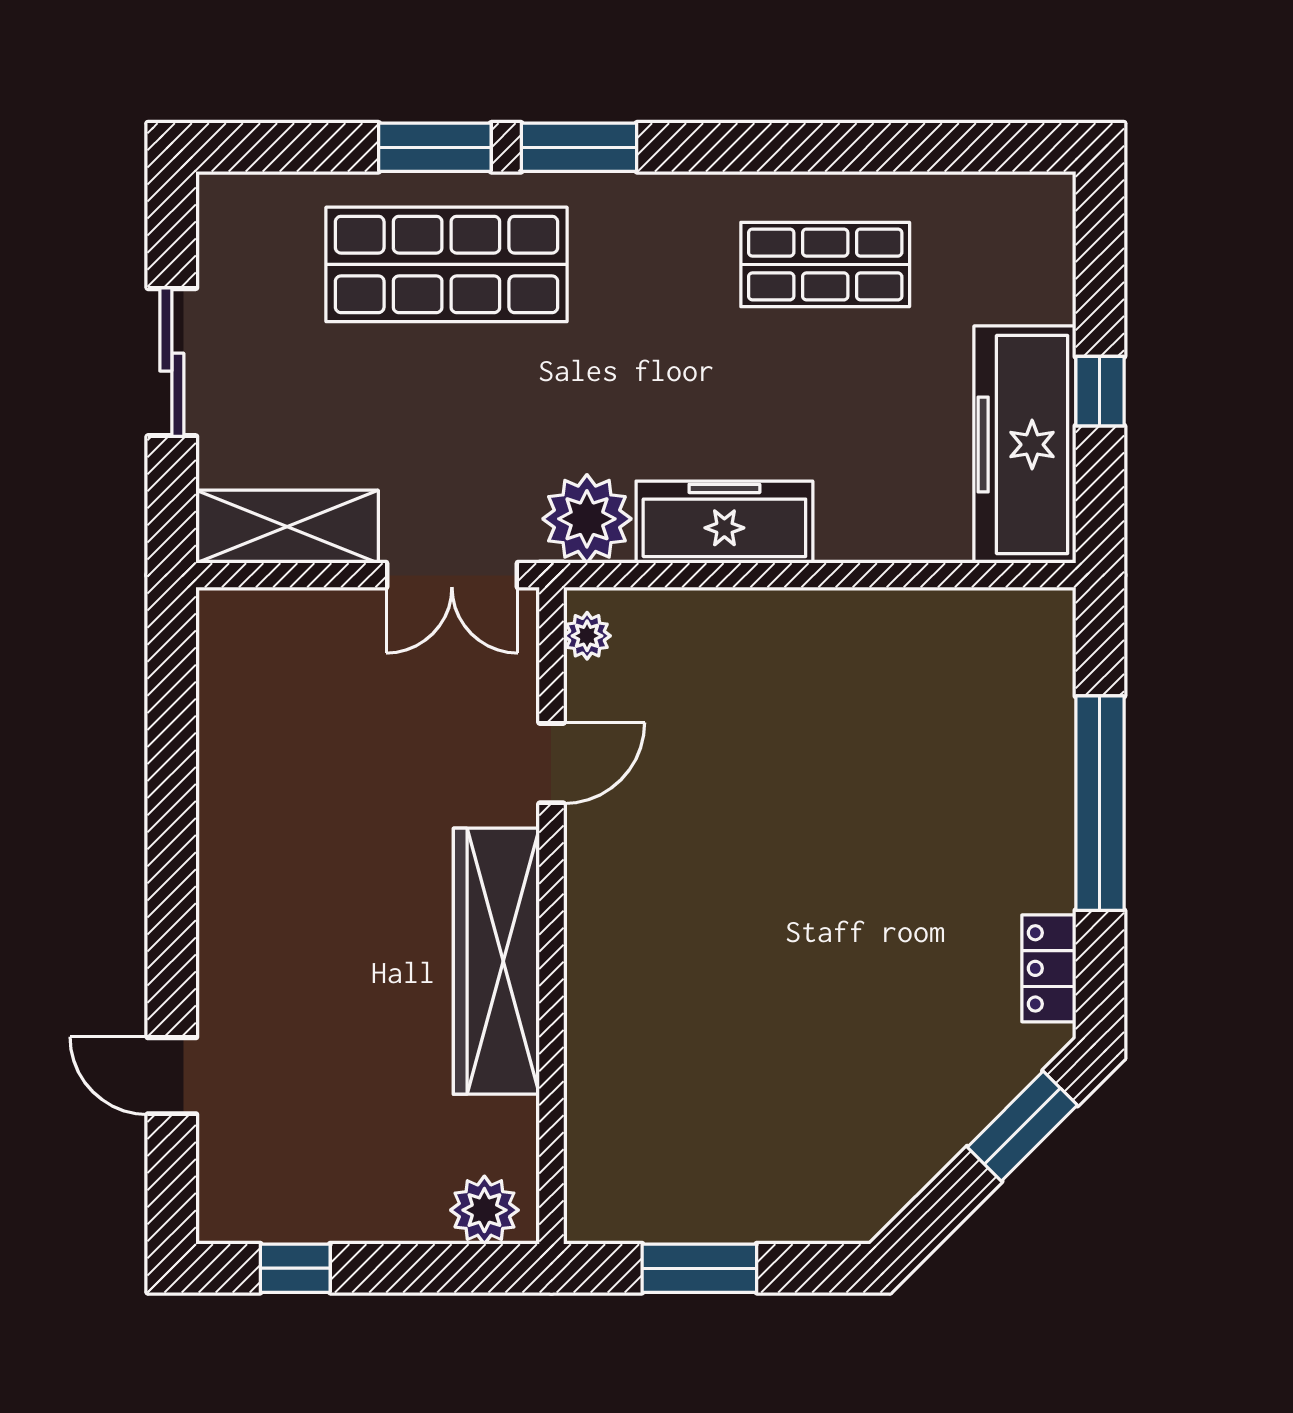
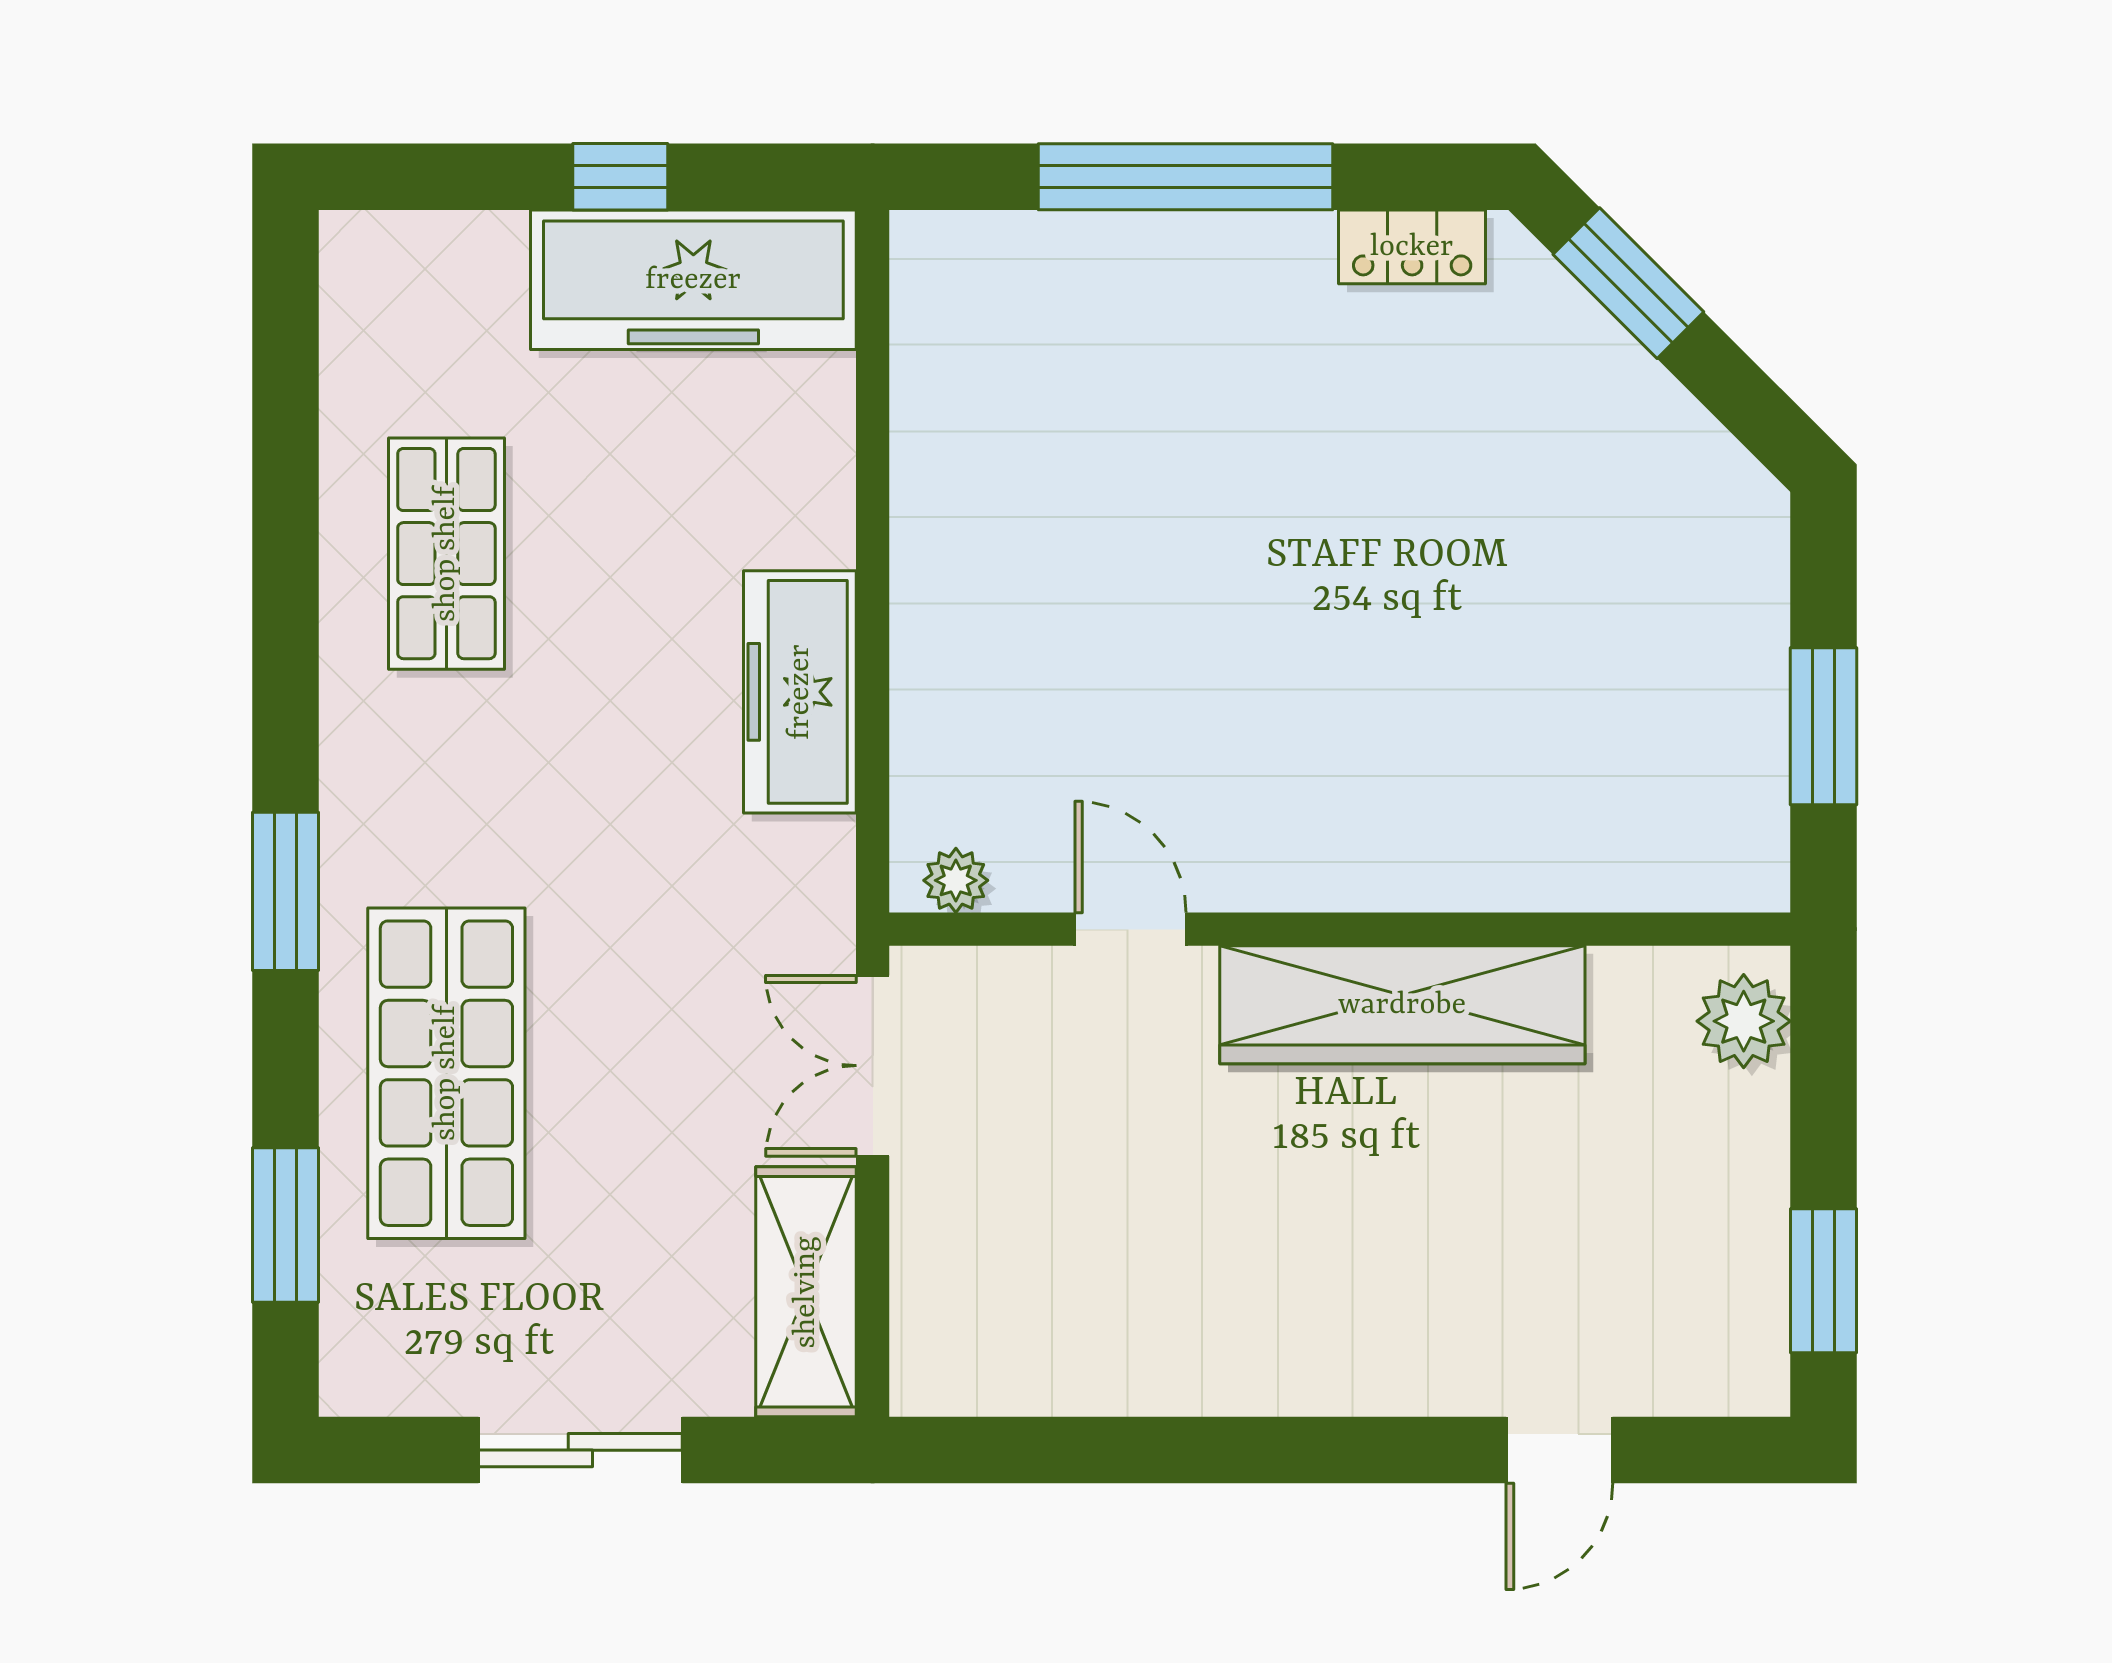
window: (435, 147) -> (286, 1225), moved
plant: (587, 519) -> (795, 880), removed
double door: (452, 575) -> (873, 1066), swing flipped
window: (295, 1268) -> (1823, 1281), width x1.50

